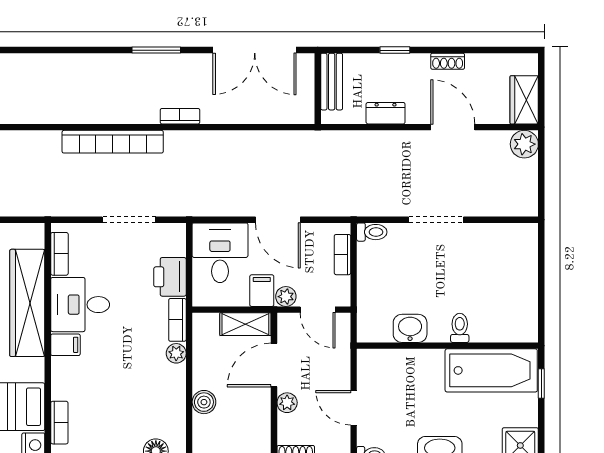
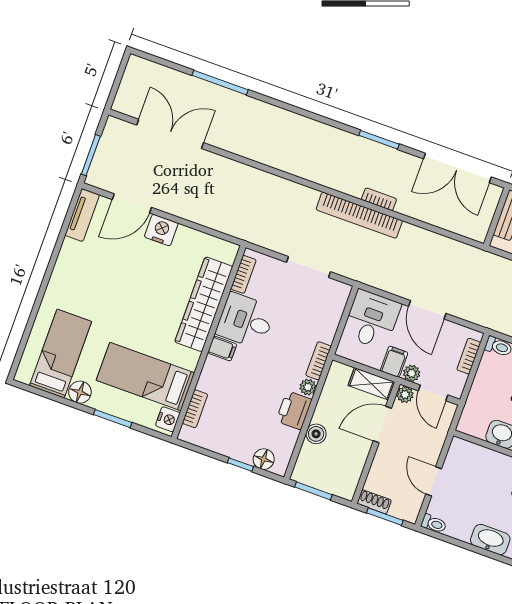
bookcase: (113, 142) -> (359, 215), moved
printer: (170, 277) -> (294, 410), moved
plant: (287, 403) -> (405, 395), moved

